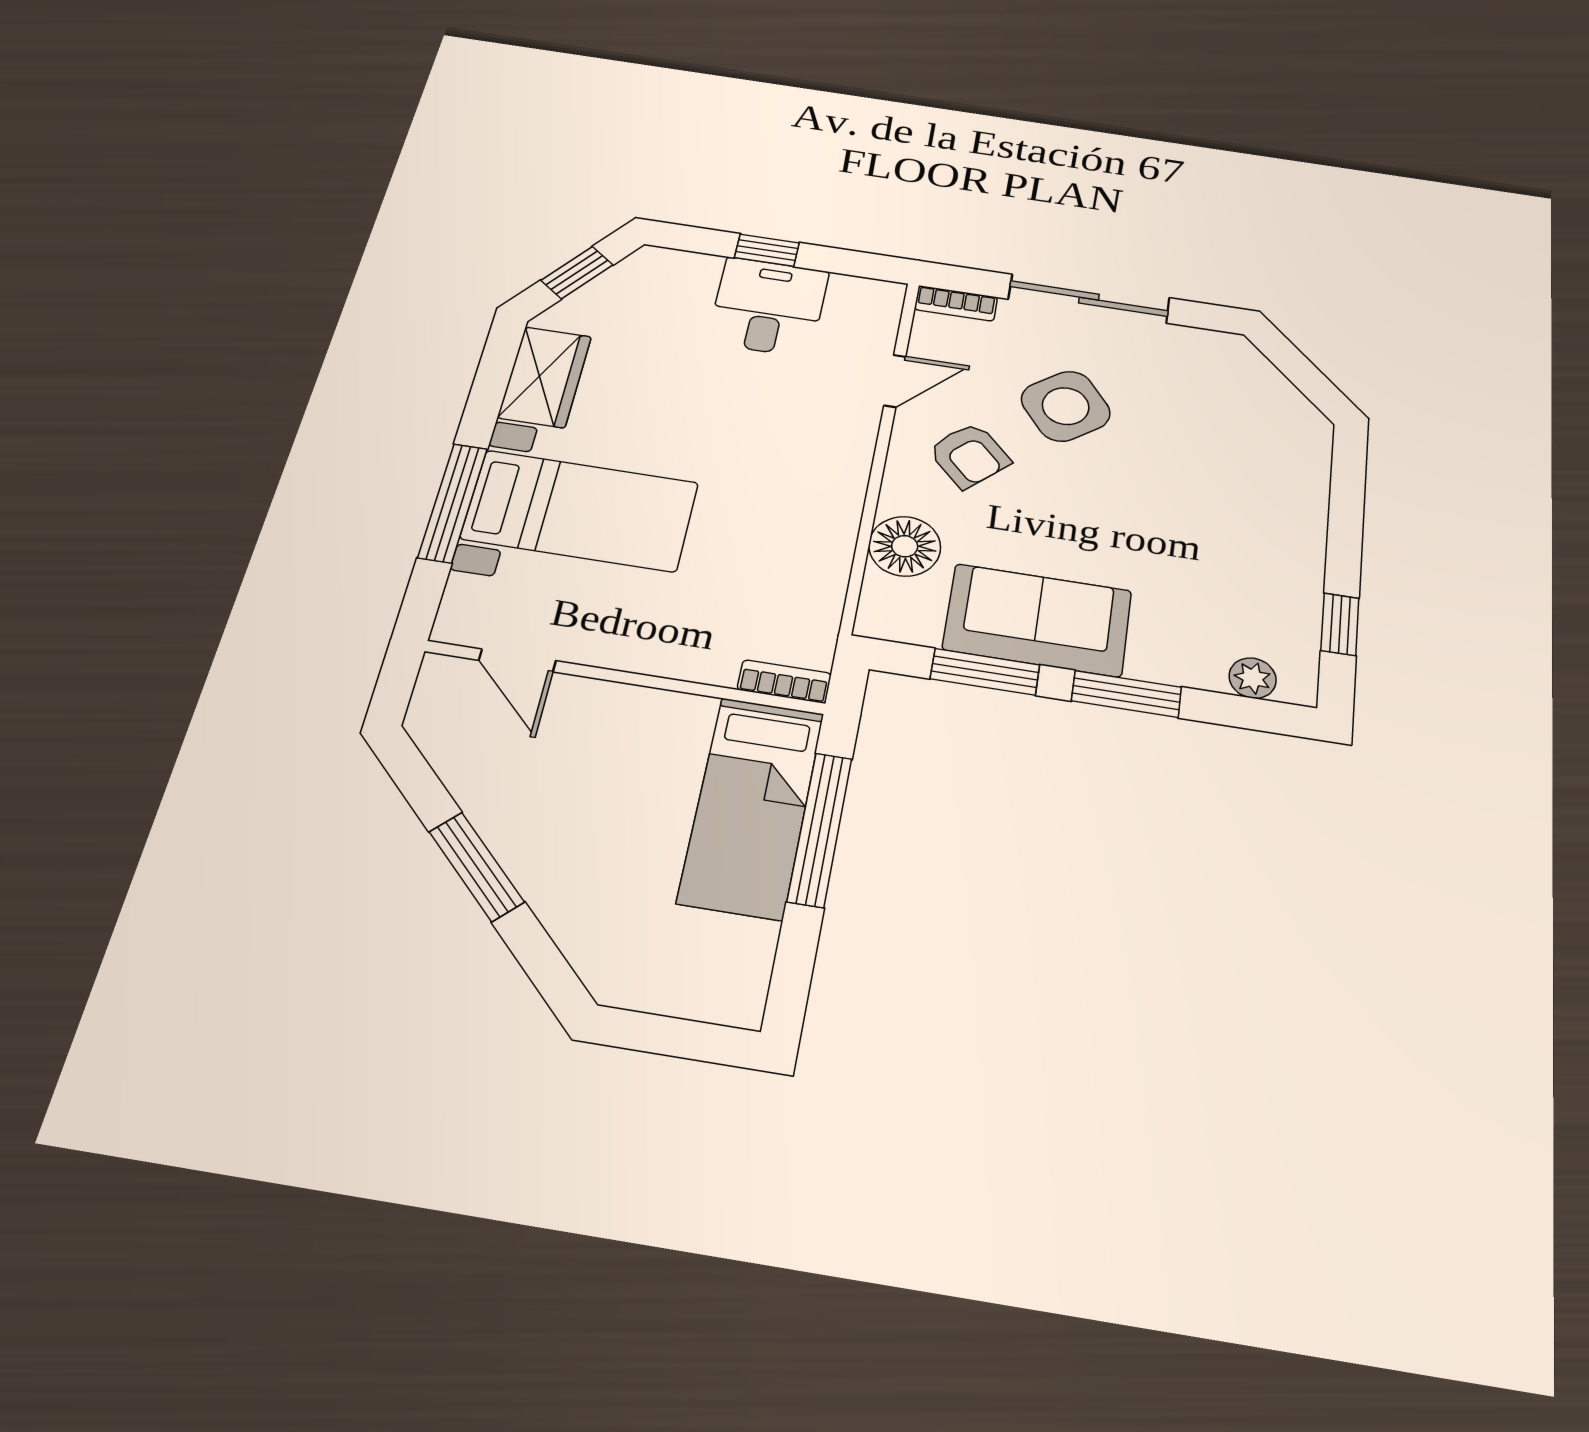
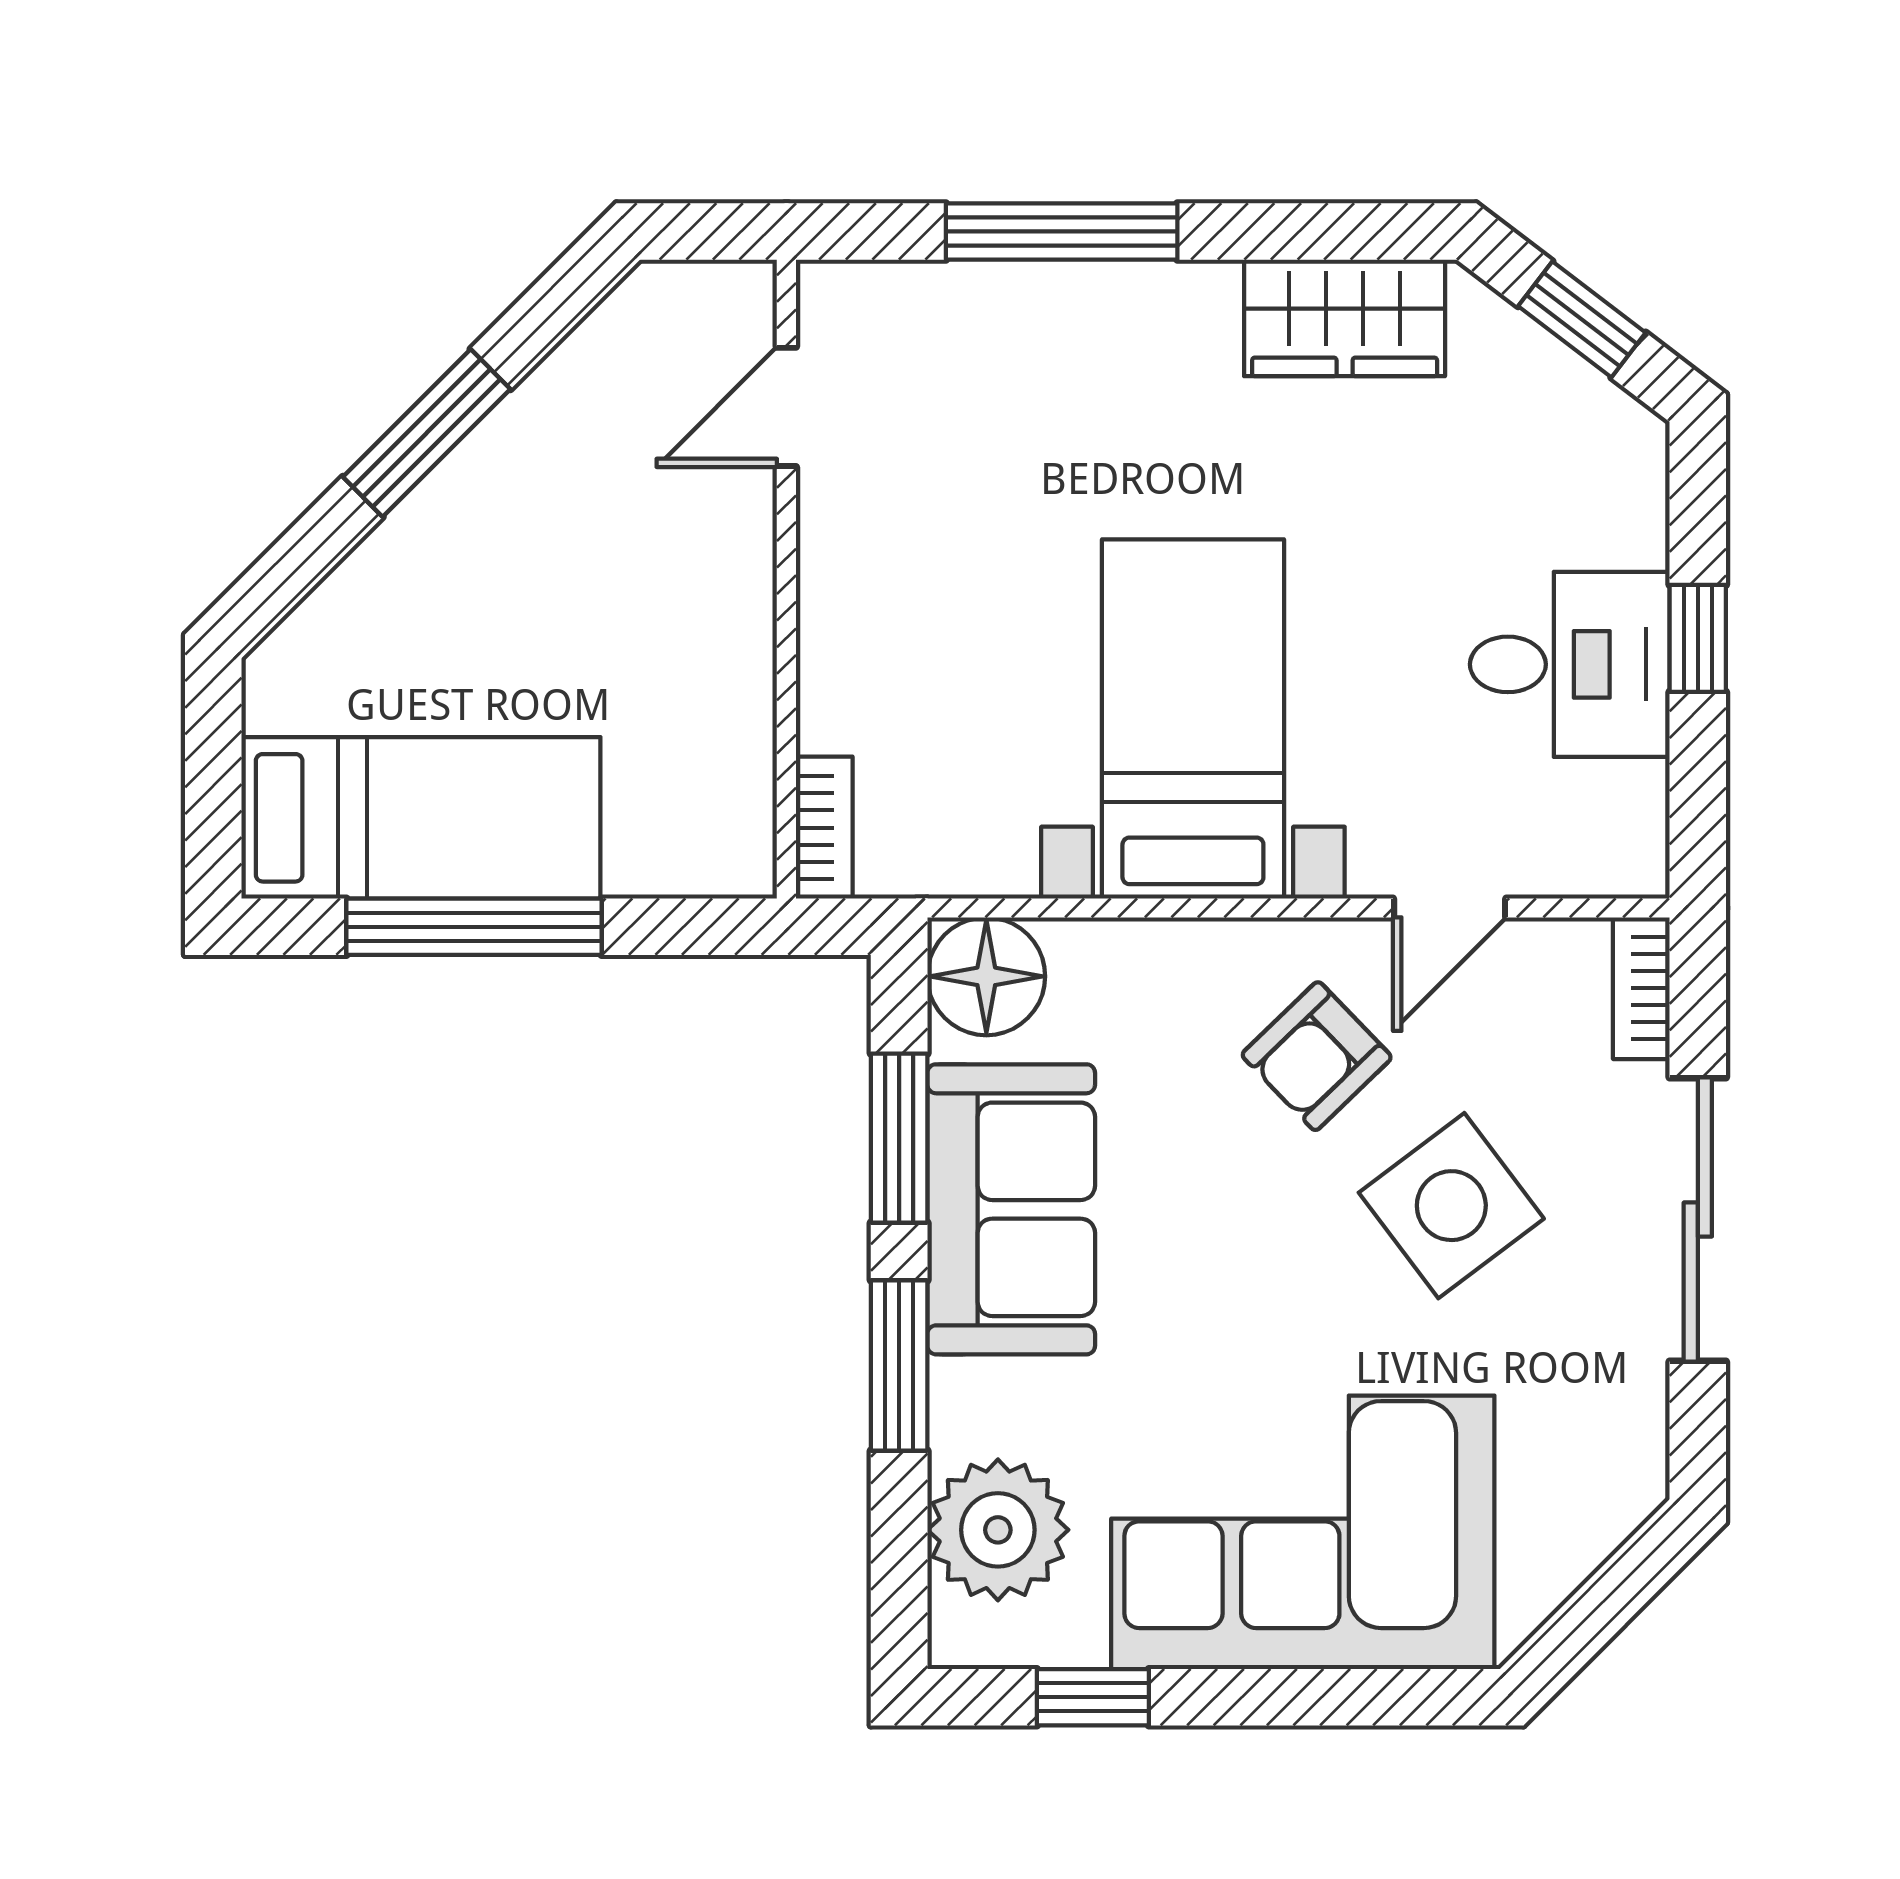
door: (895, 381) -> (1450, 908), hinge flipped
corner sofa: (1248, 505) -> (1303, 1532), added
bed with nightstands: (580, 511) -> (1193, 719), moved, turned 180
floor lamp: (905, 546) -> (986, 976), moved
plant: (1253, 678) -> (998, 1530), width x1.88, depth x1.88
bed: (752, 807) -> (421, 818), moved, turned 180
window: (820, 829) -> (474, 927), moved

